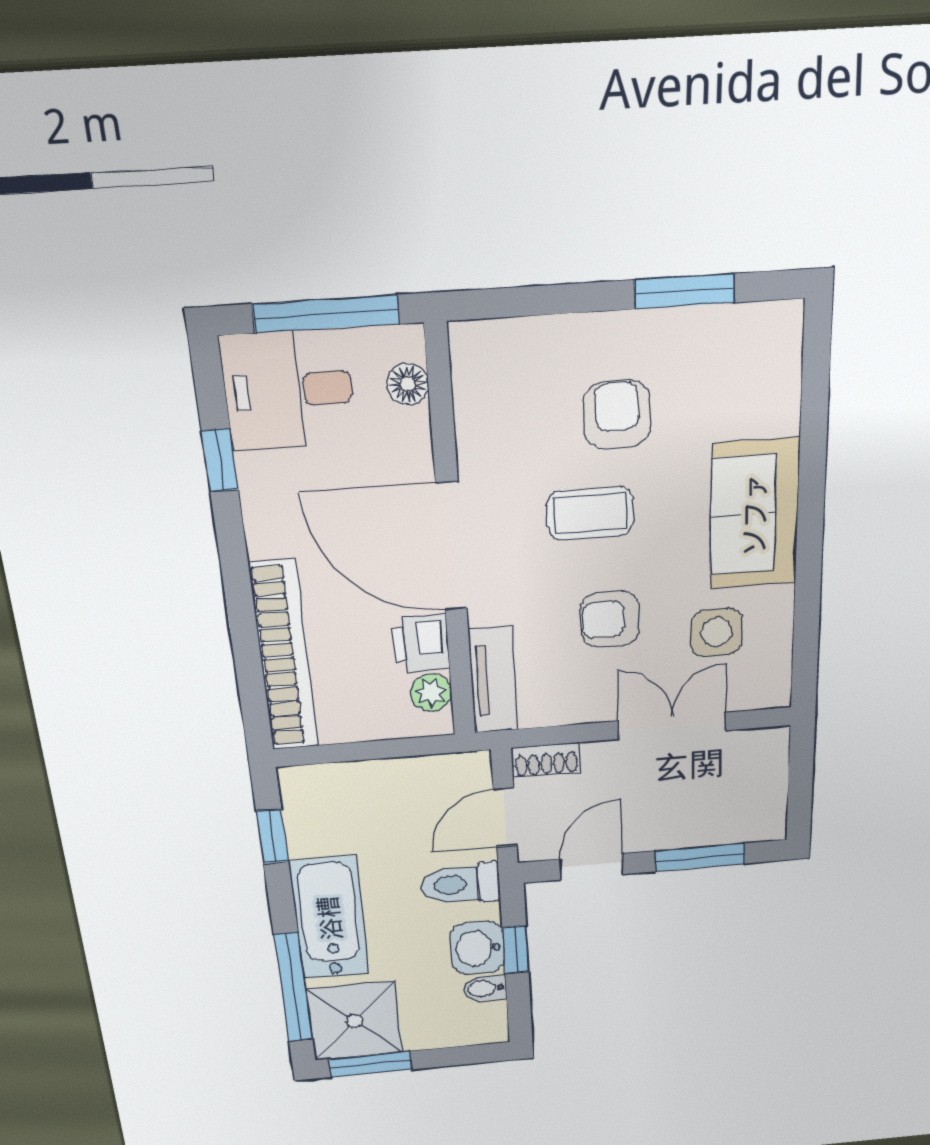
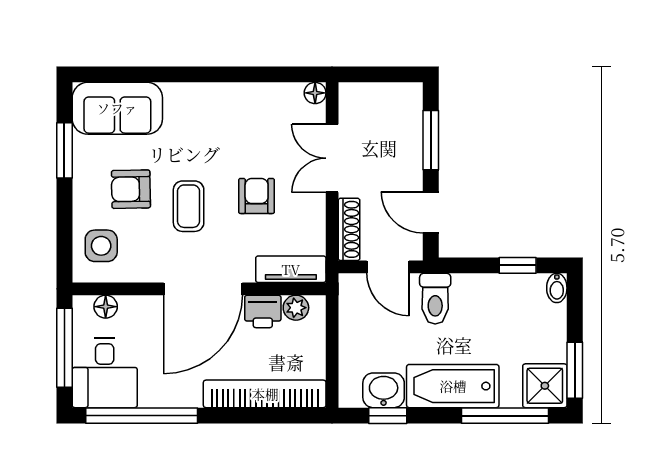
window: (220, 460) -> (142, 416), width x3.17
sofa: (755, 514) -> (117, 108), moved
armchair: (610, 619) -> (257, 196), turned 180
side table: (716, 632) -> (101, 246), moved
floor lamp: (775, 693) -> (315, 93), added
shoe rack: (546, 760) -> (349, 229), width x1.43
washbasin: (478, 948) -> (384, 390), moved, turned 180
window: (516, 950) -> (518, 265), moved
bidet: (485, 988) -> (557, 288), moved
shower: (355, 1021) -> (545, 386), width x0.73, depth x0.73

